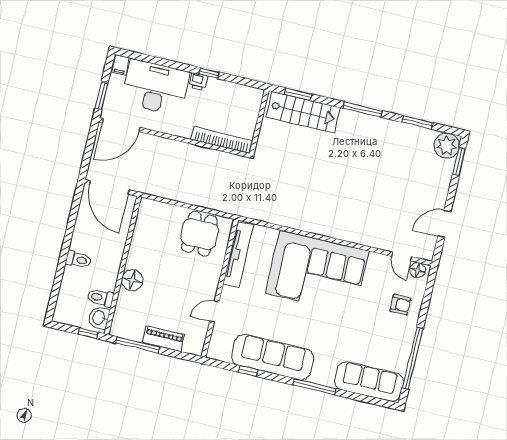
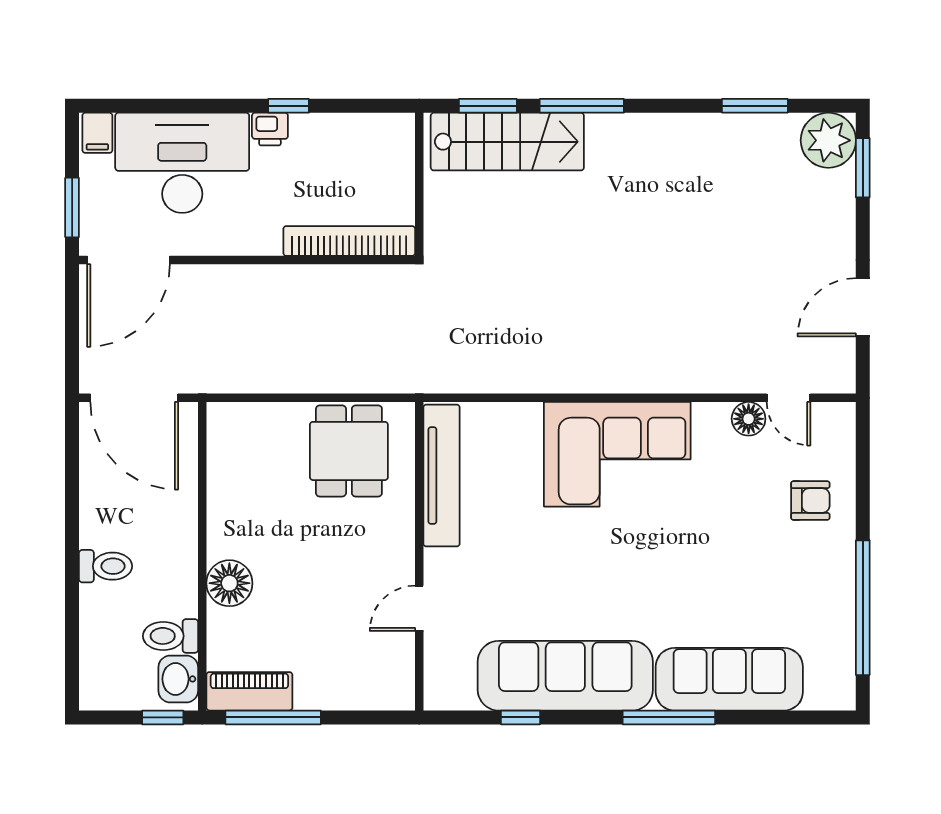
window: (362, 109) -> (582, 106), moved
floor lamp: (417, 270) -> (749, 419), moved
corner sofa: (317, 272) -> (617, 454), width x0.73, depth x0.74
piano: (164, 339) -> (249, 691), moved
sofa: (369, 382) -> (729, 679), moved

